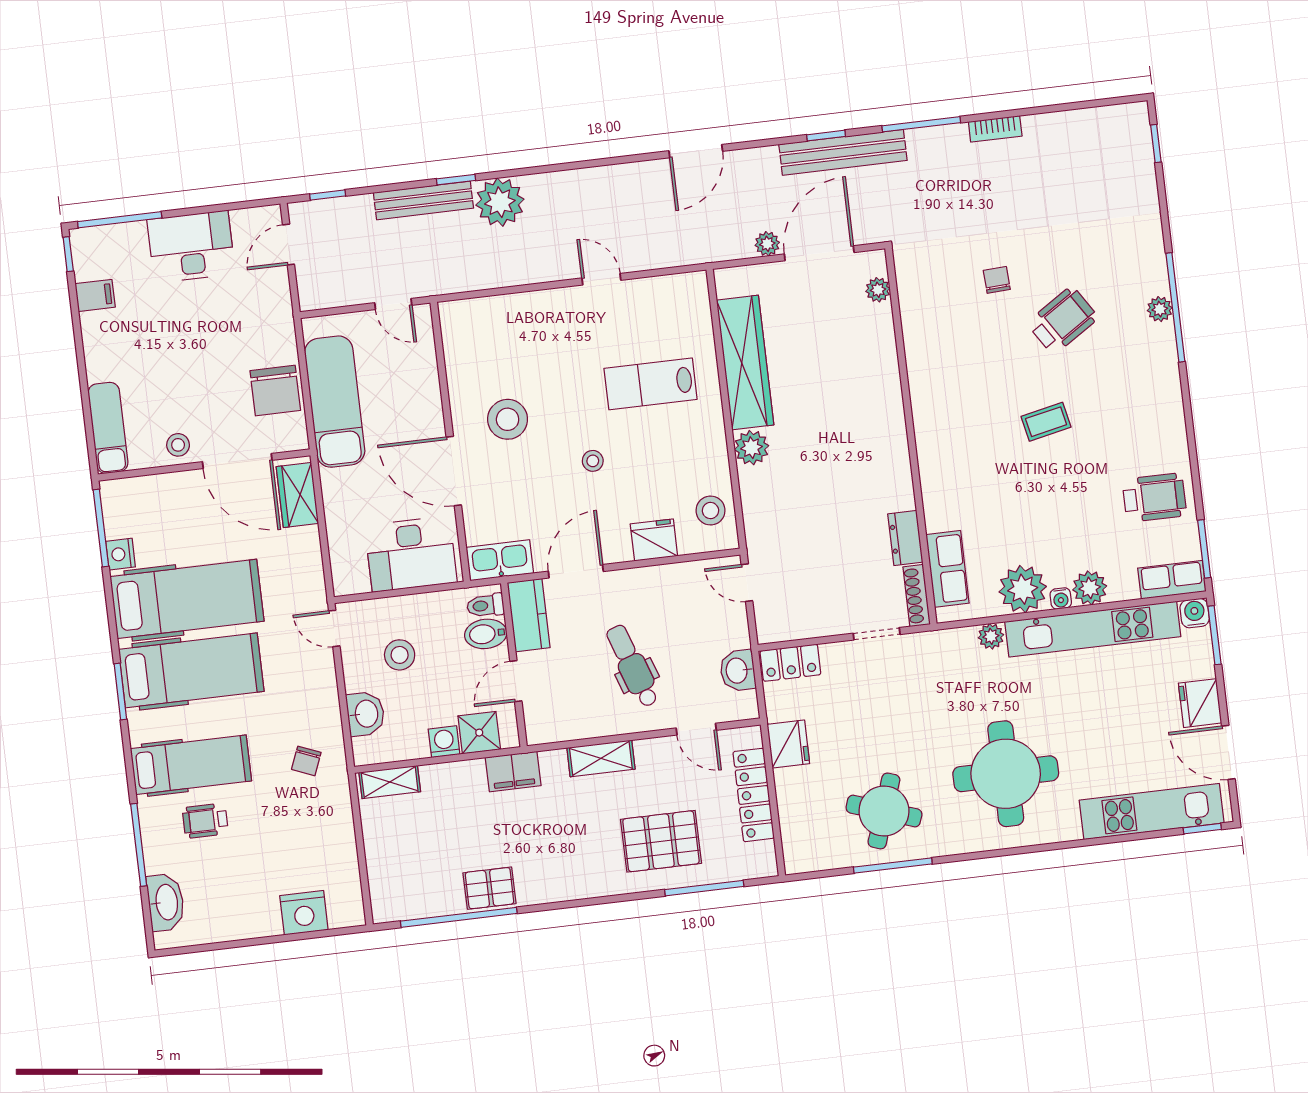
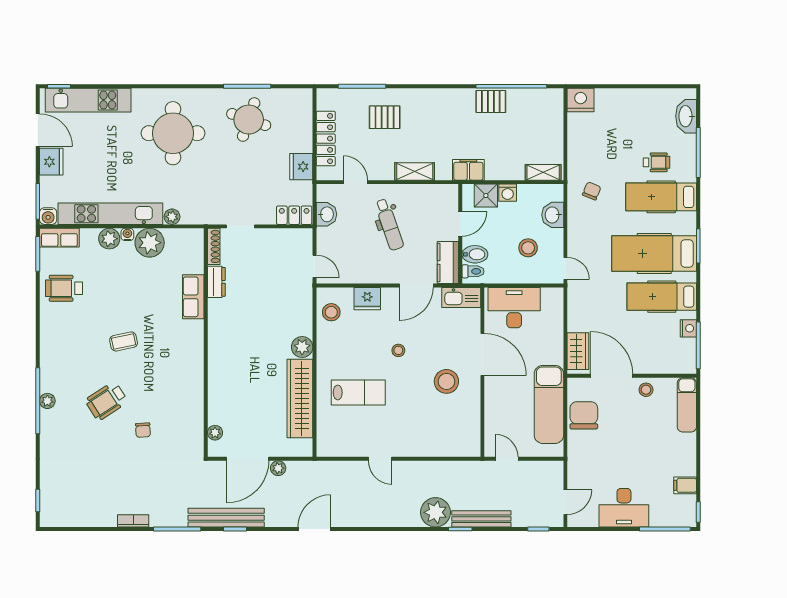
row of seats: (947, 569) -> (193, 297), moved
hospital bed: (187, 599) -> (662, 297), width x0.73, depth x0.78
pallet: (661, 841) -> (385, 117), width x0.67, depth x0.71
nightstand: (304, 913) -> (581, 100), moved

